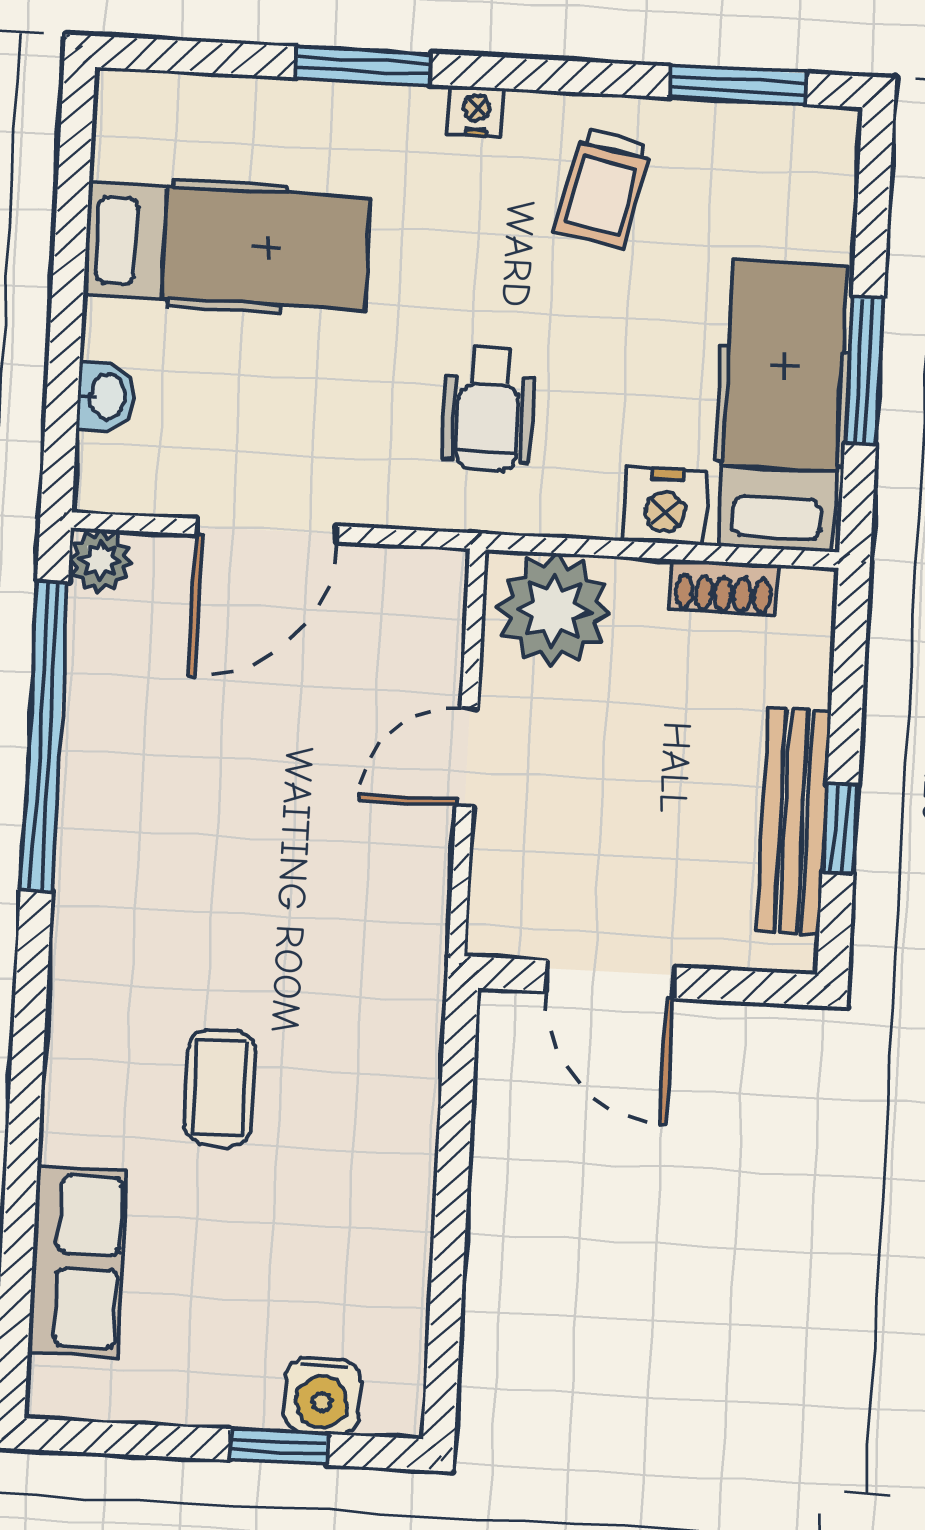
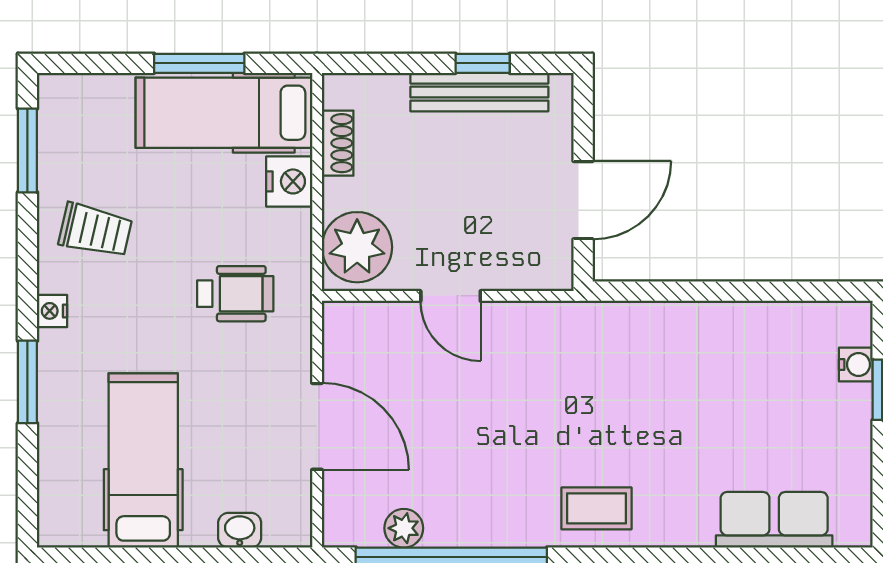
plant: (100, 561) -> (404, 528), moved
coffee table: (220, 1088) -> (596, 508), moved
water cooler: (322, 1396) -> (856, 364), width x0.72, depth x0.72

